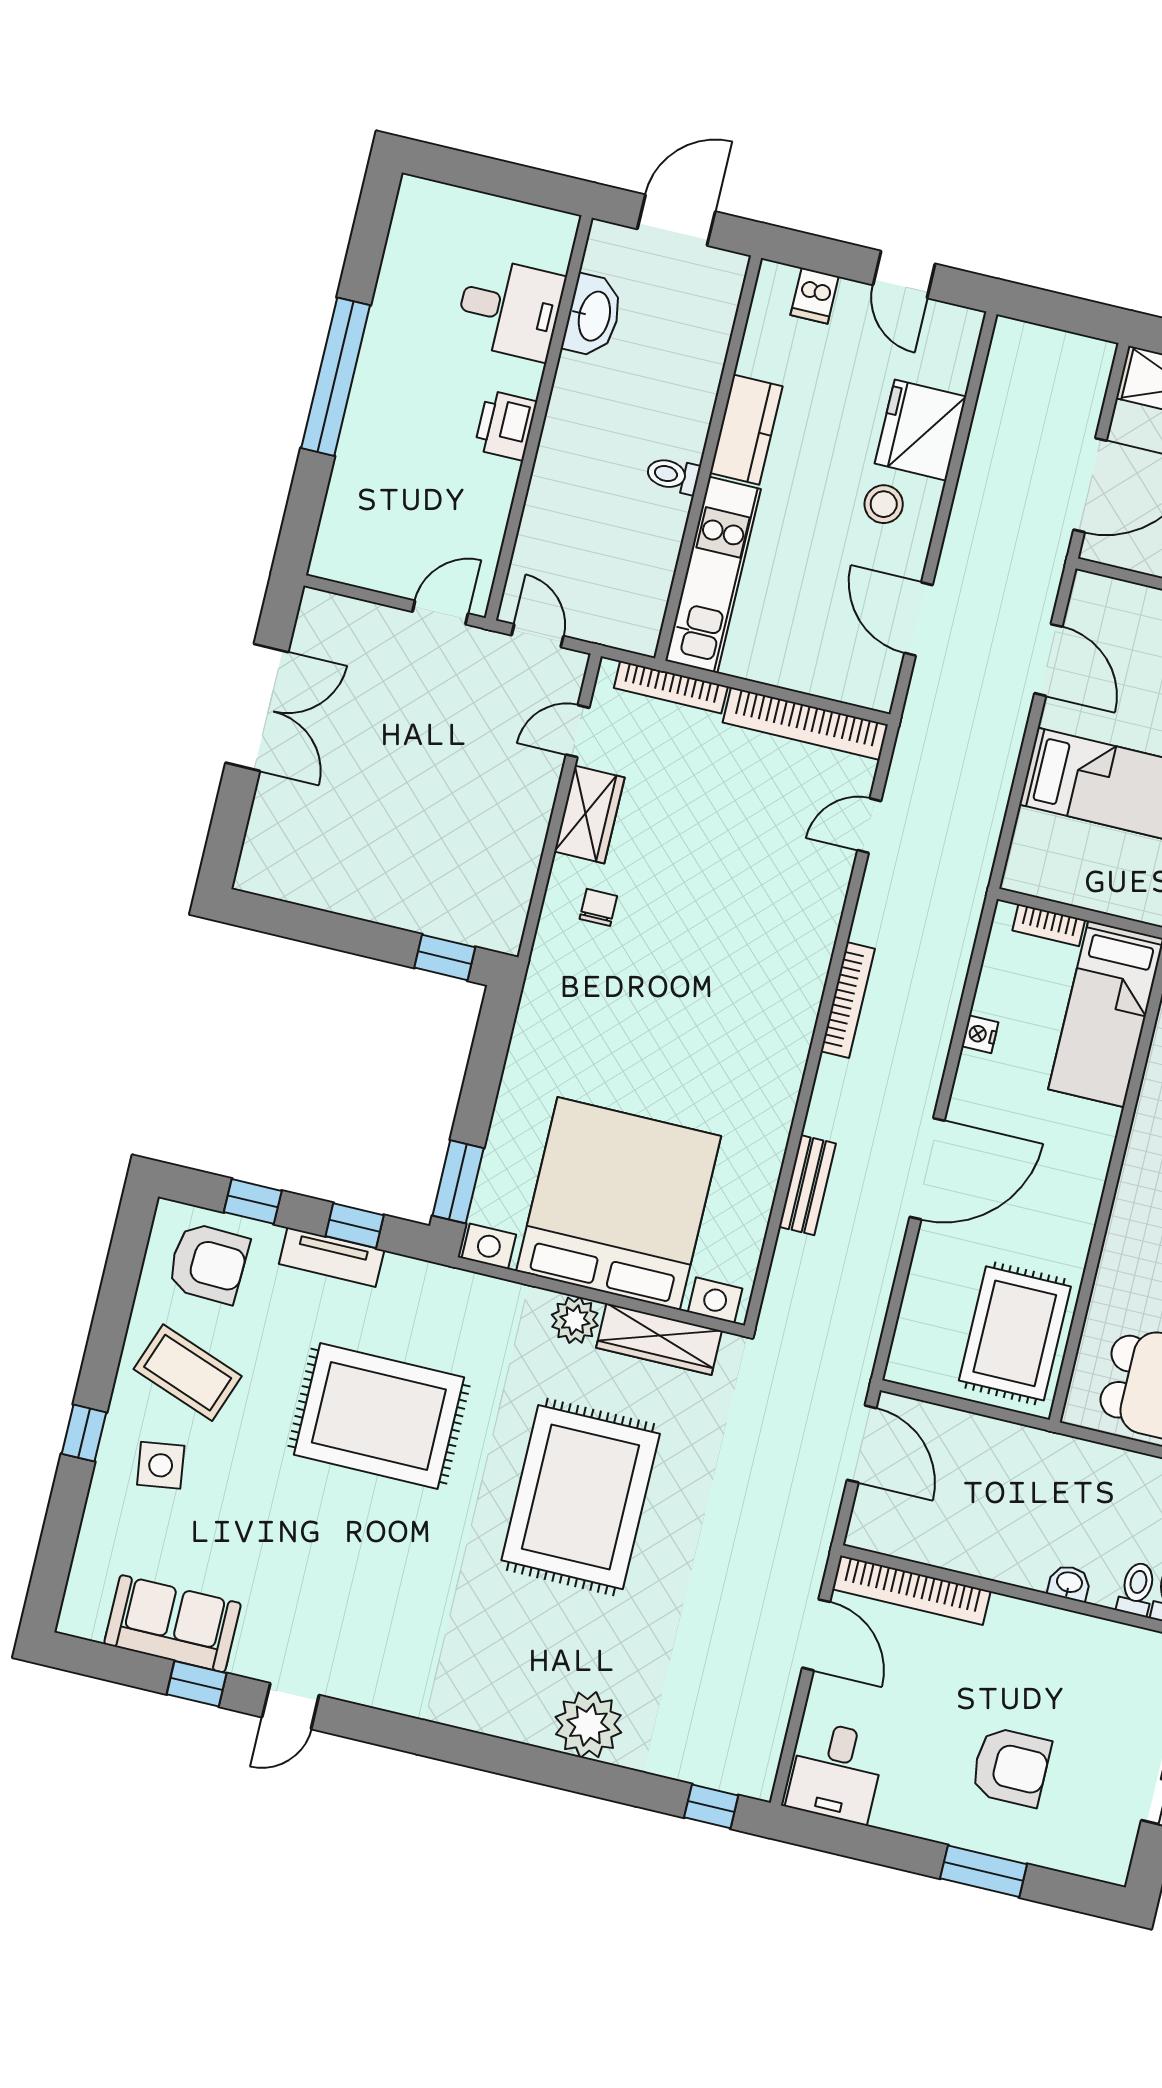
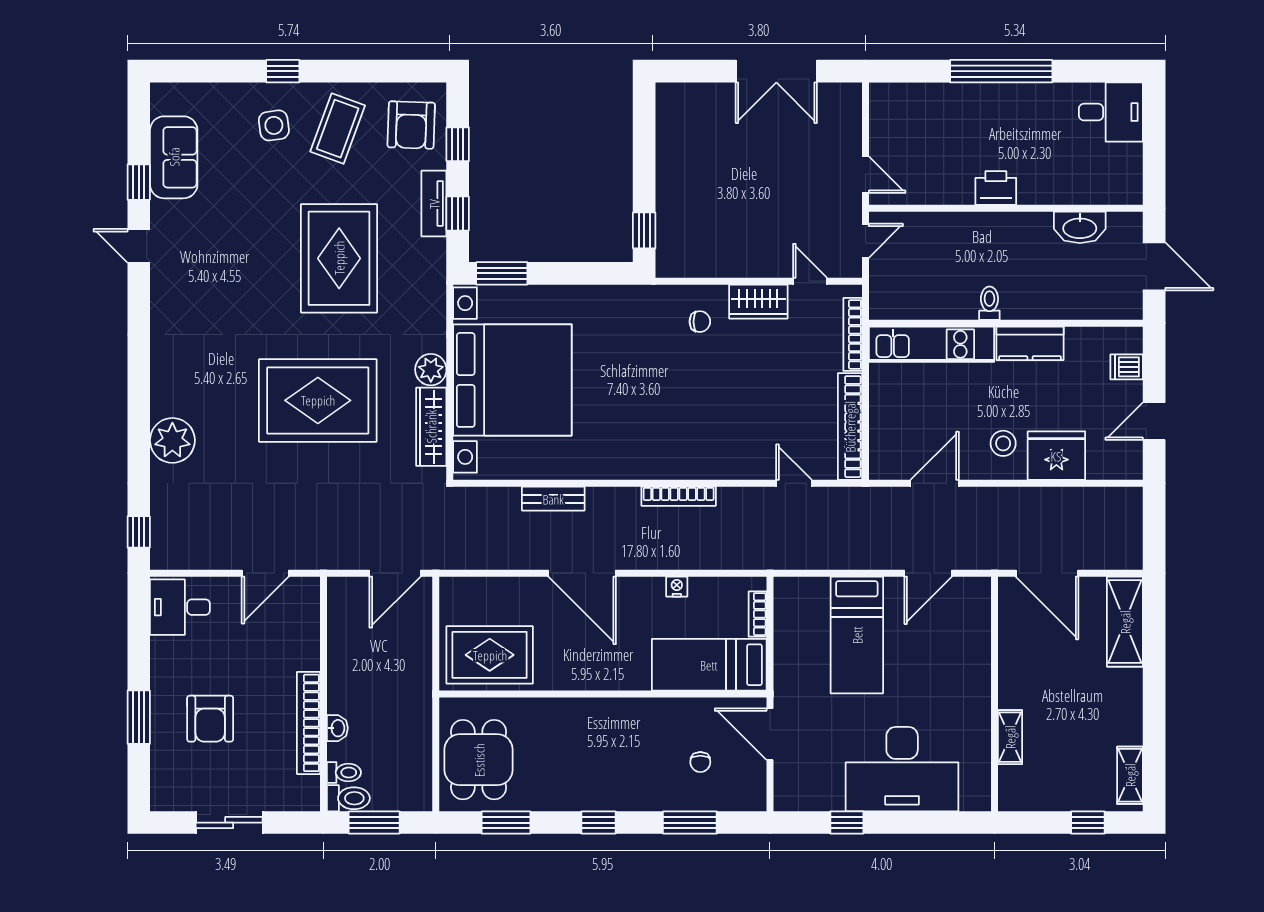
desk: (510, 309) -> (1111, 112), moved, turned -90
bookcase: (911, 1590) -> (309, 723), moved

